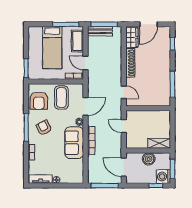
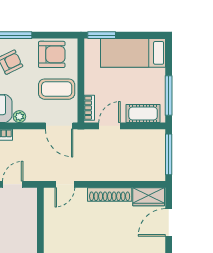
door: (148, 24) -> (169, 222), hinge flipped
bench: (100, 31) -> (158, 148), removed
bed: (52, 48) -> (133, 53), moved
armchair: (39, 101) -> (52, 54), turned 180
door: (86, 106) -> (59, 126), moved

